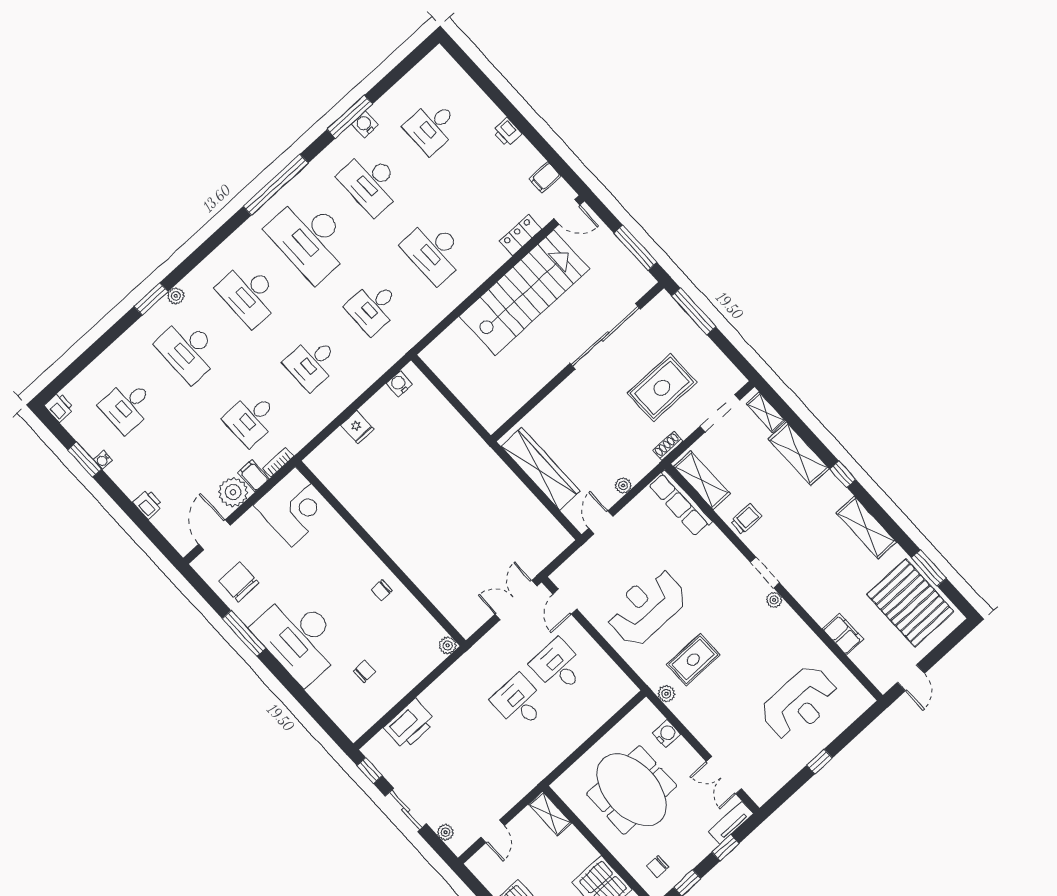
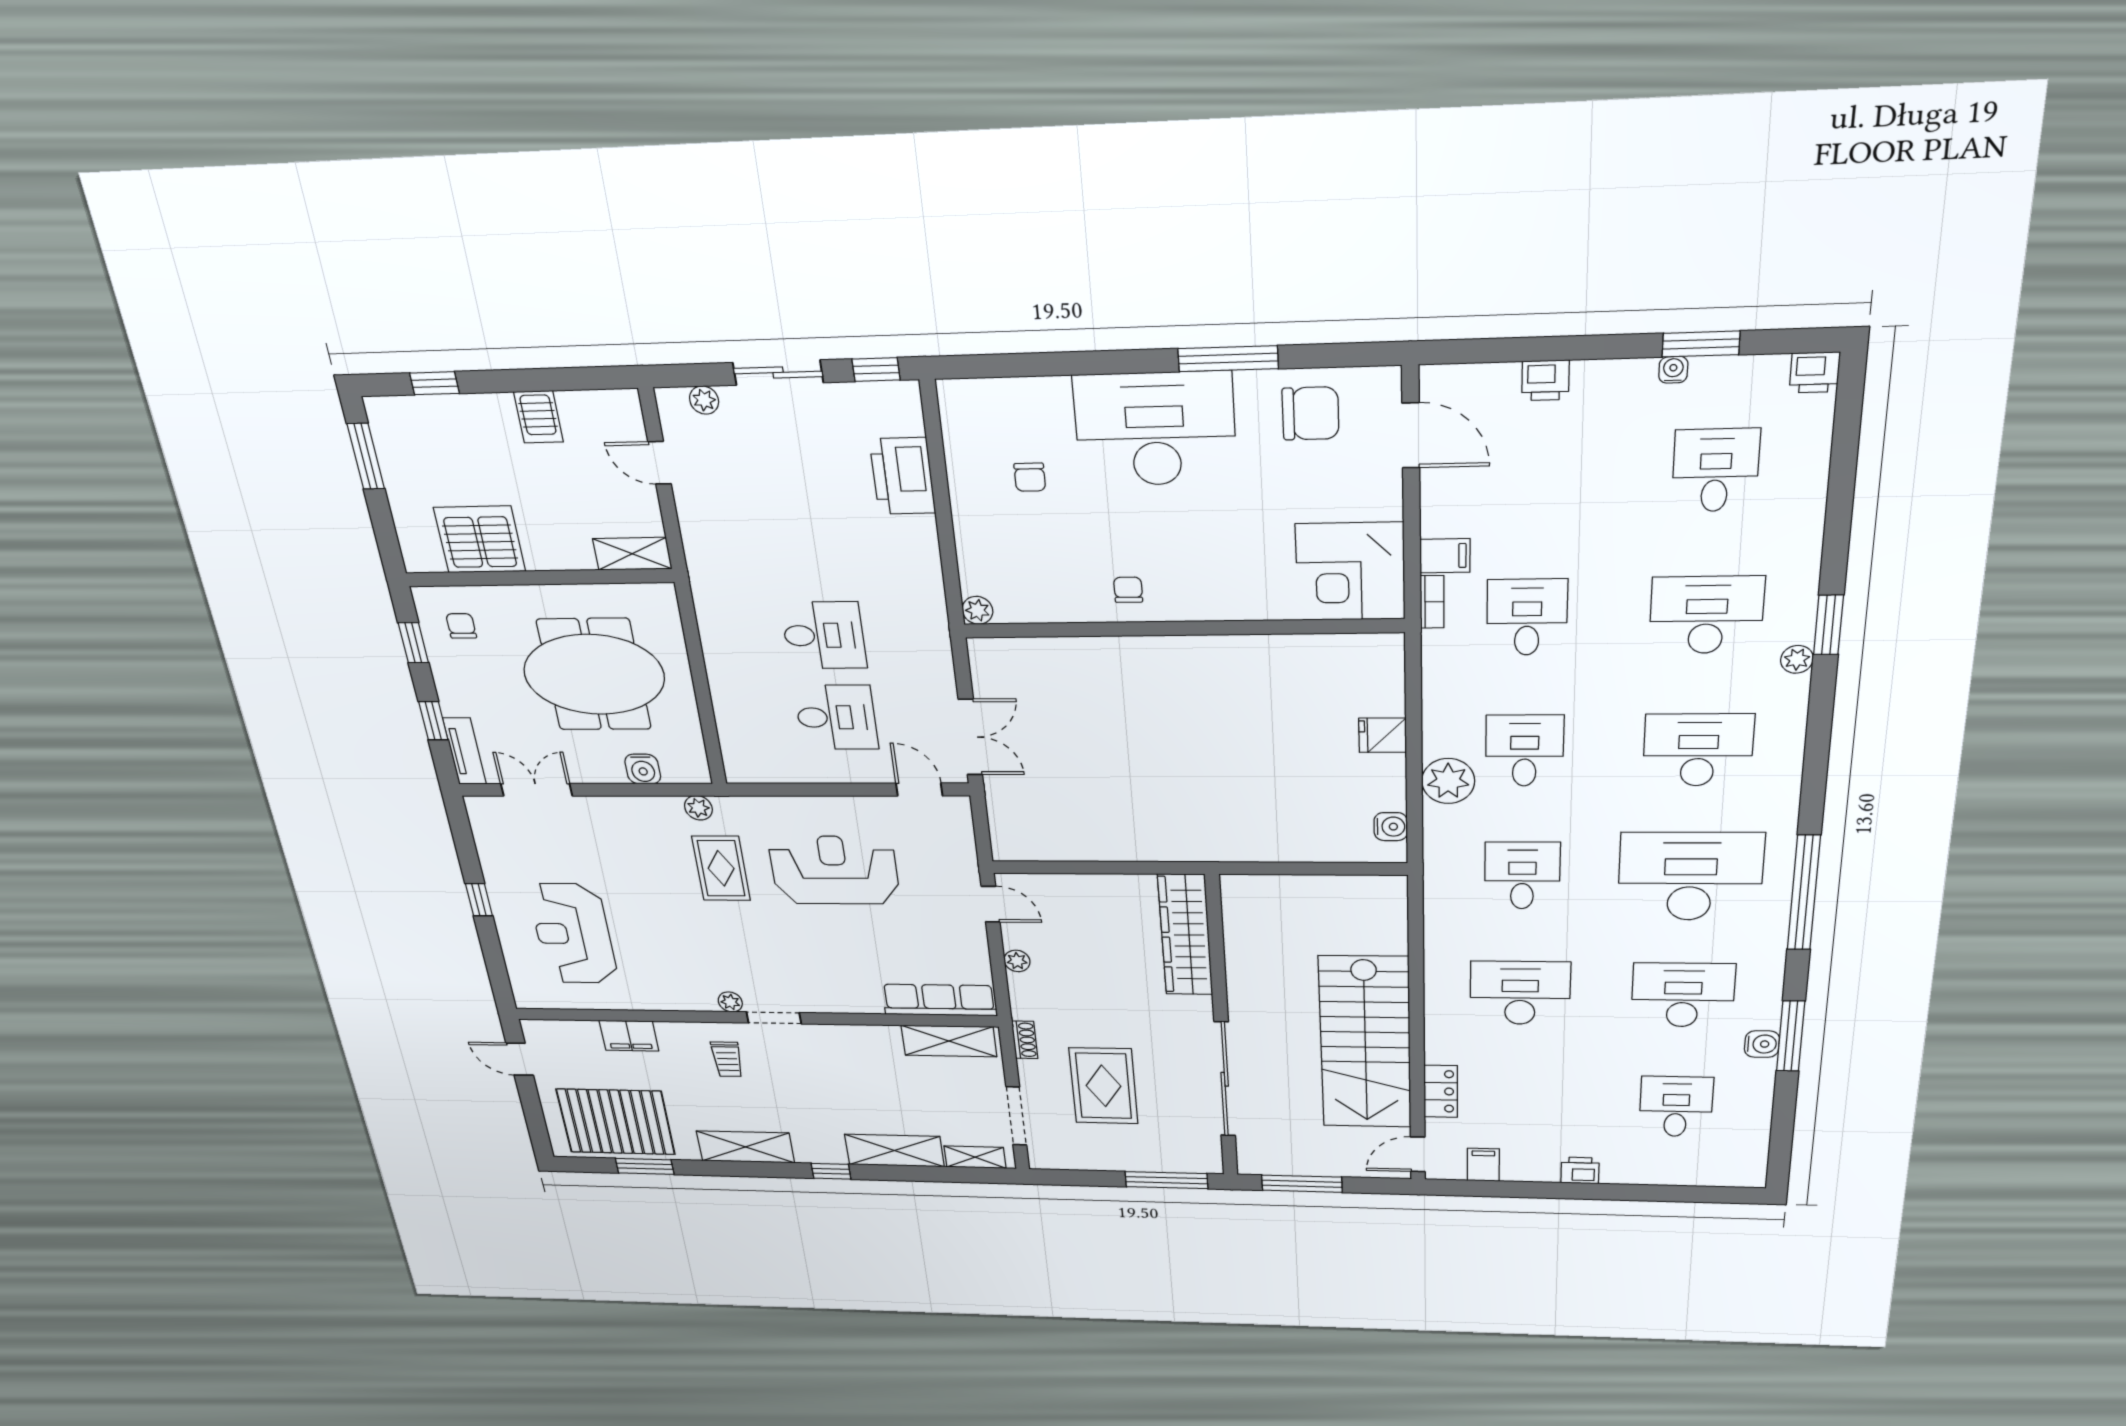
wardrobe: (540, 469) -> (1185, 935), moved, turned 90
plant: (233, 492) -> (1448, 781), moved
trolley: (746, 519) -> (727, 1059), moved
reception desk: (646, 607) -> (834, 870), turned -90

